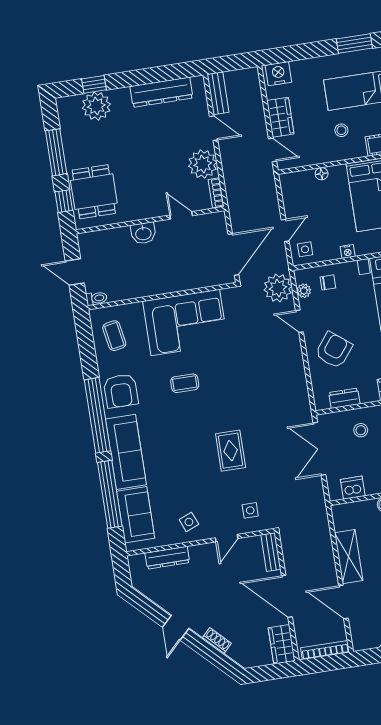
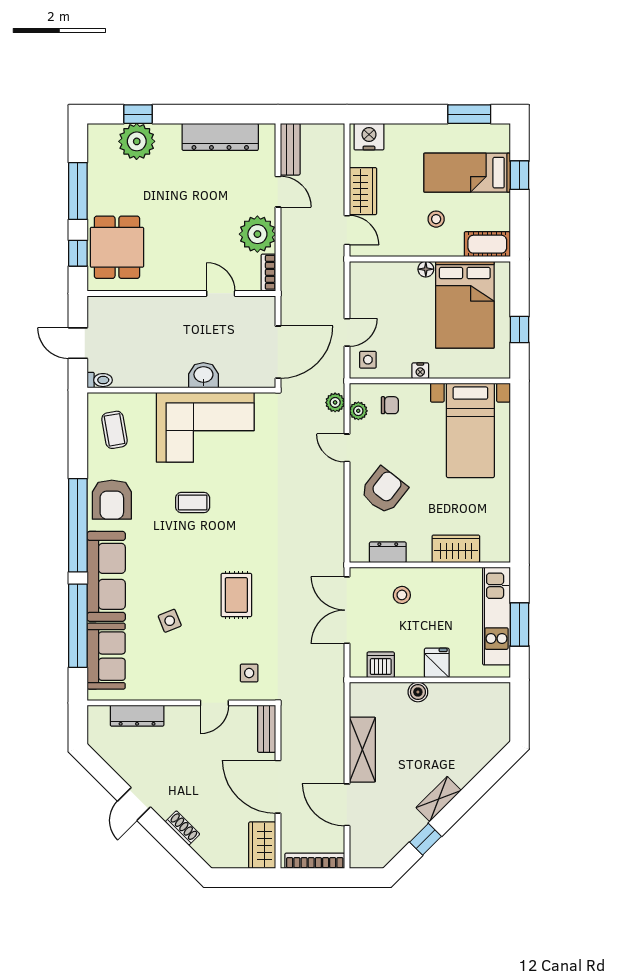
floor lamp: (322, 174) -> (426, 269), moved
washbasin: (143, 233) -> (203, 375), moved, turned 180
plant: (278, 288) -> (335, 402), width x0.53, depth x0.53
side table: (189, 522) -> (170, 621), moved

